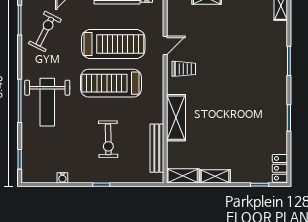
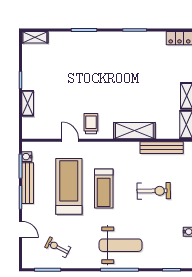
exercise bike: (45, 31) -> (58, 247), width x0.73, depth x0.72
treadmill: (111, 83) -> (104, 188), width x0.73, depth x0.73

